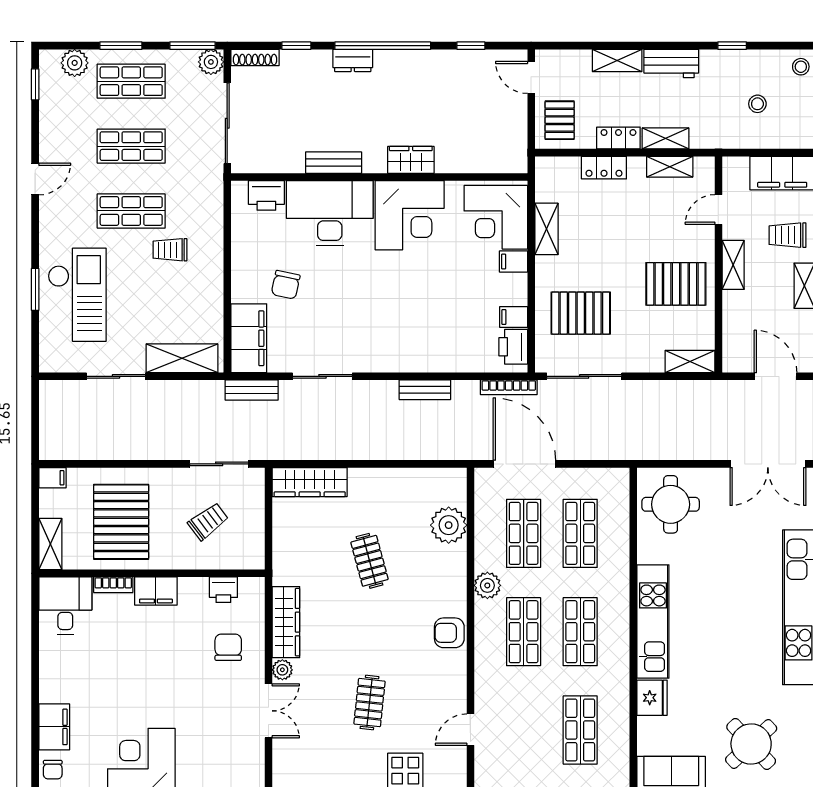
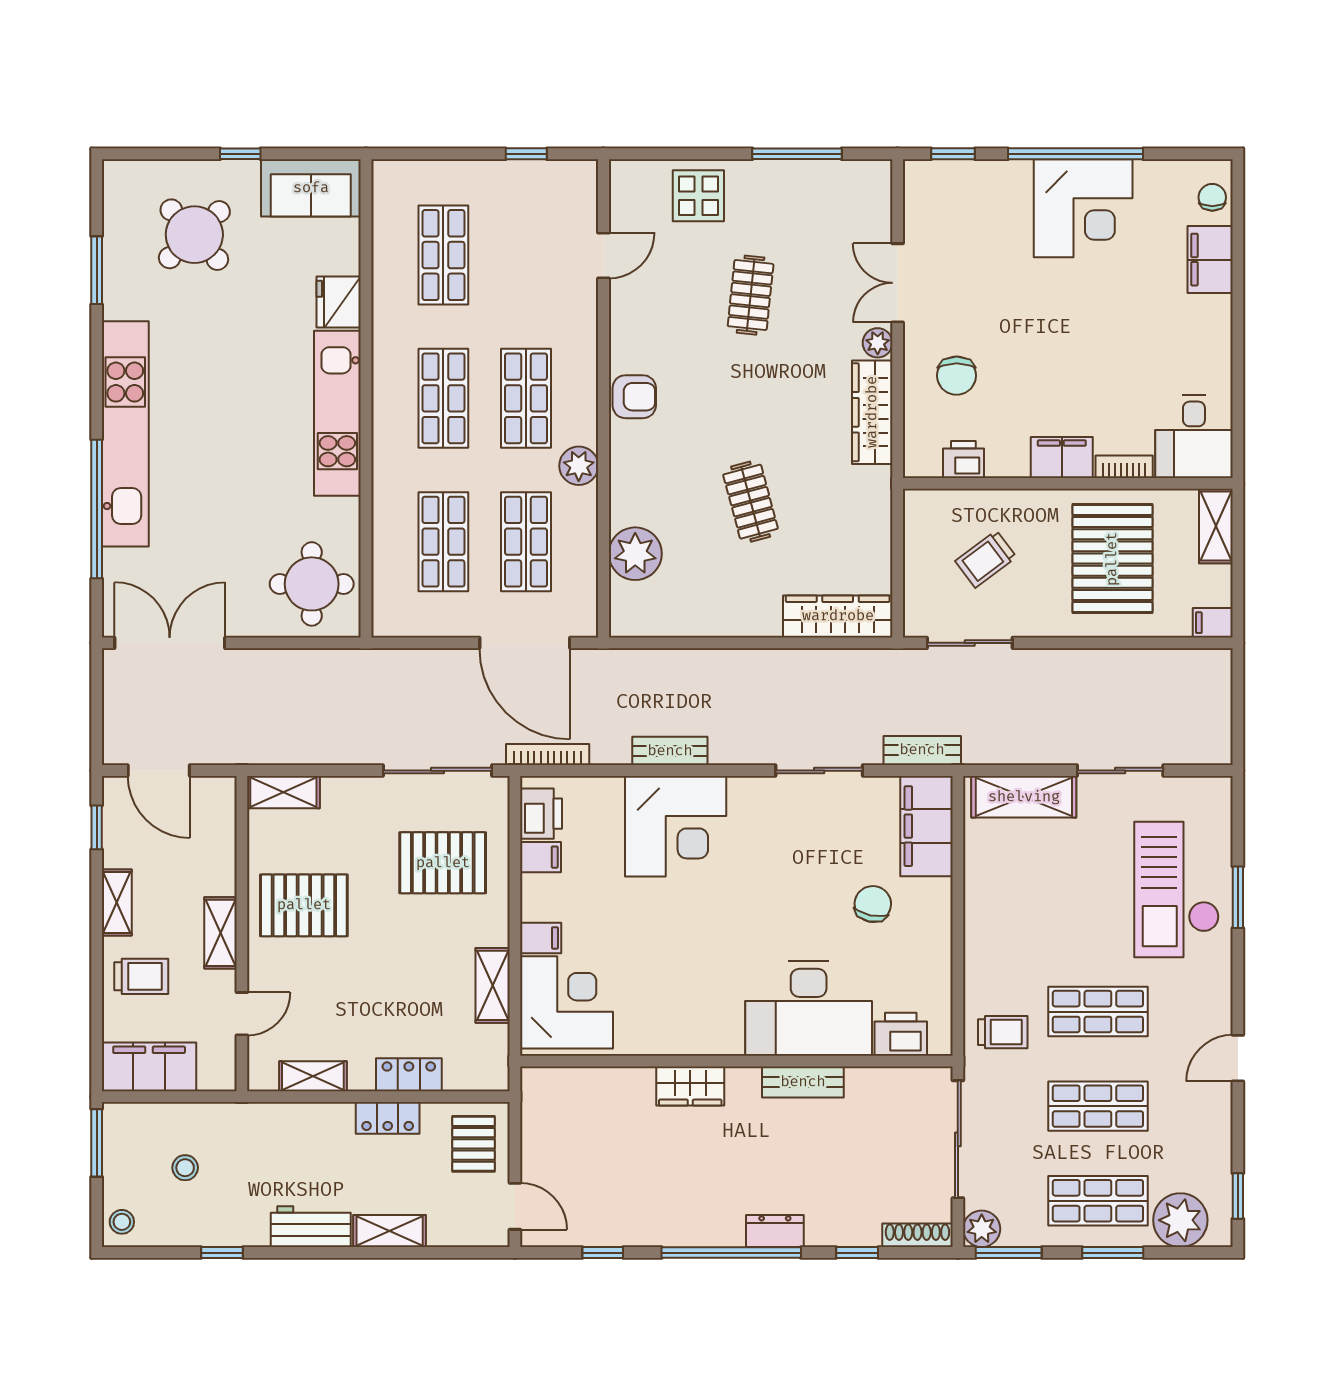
plant: (75, 63) -> (1180, 1220), width x1.36, depth x1.36
shelving: (666, 138) -> (319, 1117), removed
corner desk: (410, 215) -> (676, 826), moved, turned 180
trolley: (170, 250) -> (1003, 1032), moved

